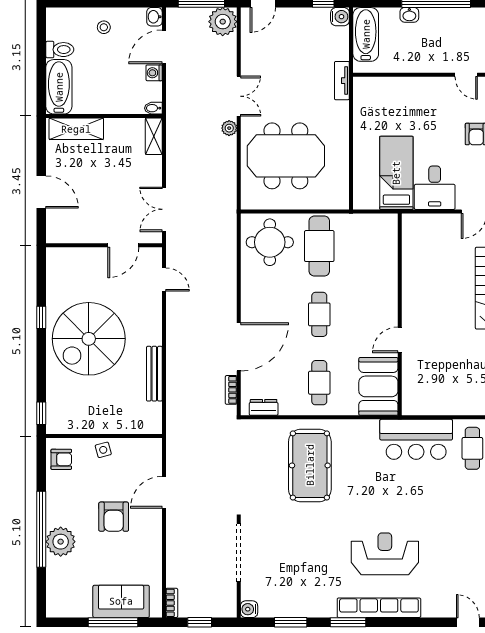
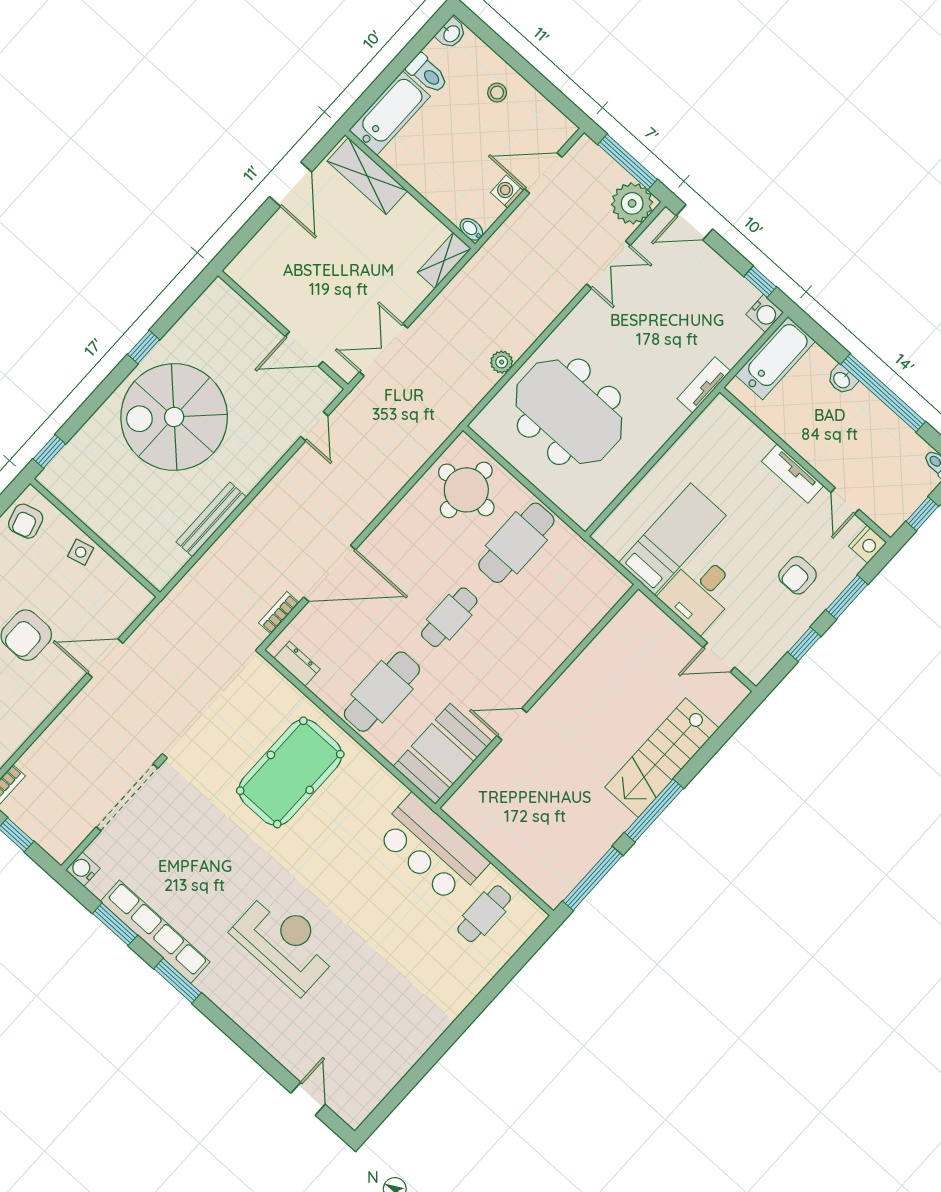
washbasin: (154, 17) -> (451, 33), moved, turned 180
tv unit: (427, 85) -> (793, 473), added
double door: (239, 96) -> (609, 265), moved
plant: (229, 128) -> (502, 362), moved
door: (41, 192) -> (291, 184), moved
cafe table: (319, 383) -> (382, 692), width x1.37, depth x1.35
armchair: (61, 459) -> (26, 521), turned 74
row of seats: (379, 608) -> (155, 932), moved

